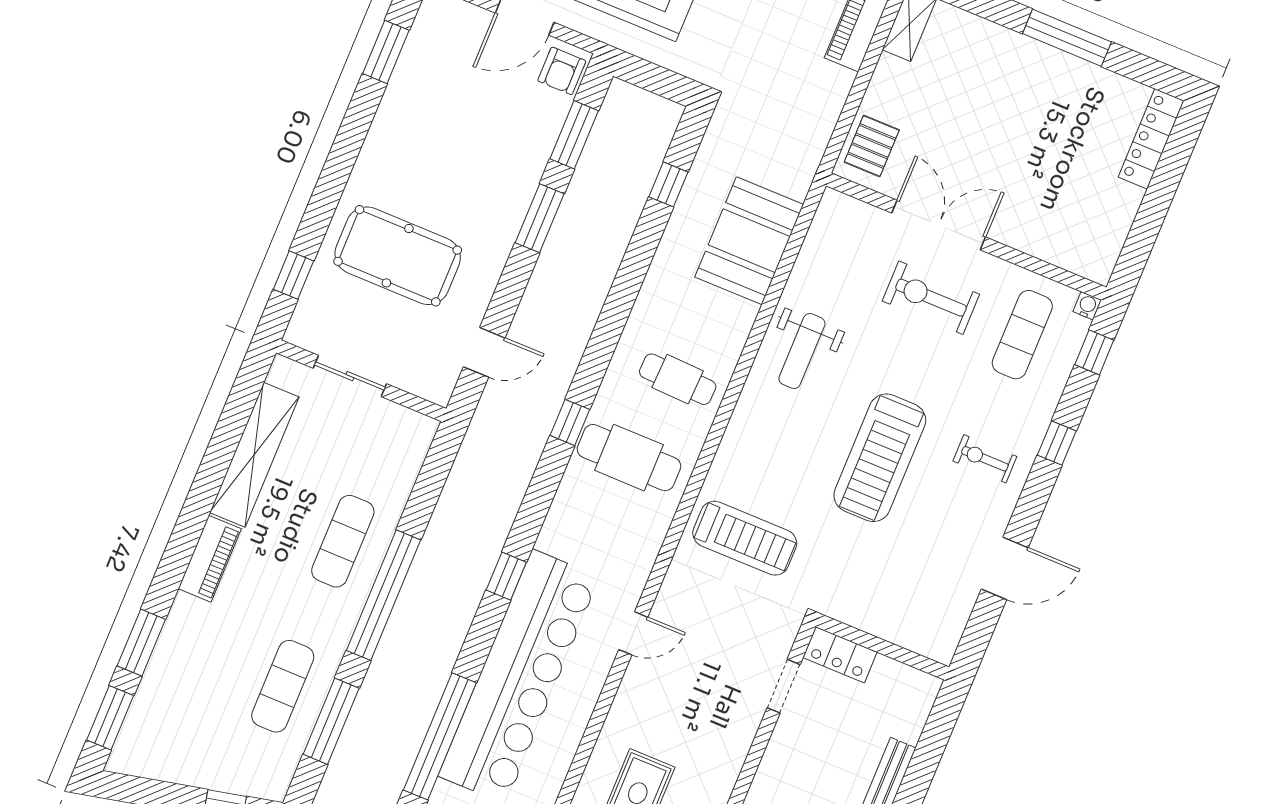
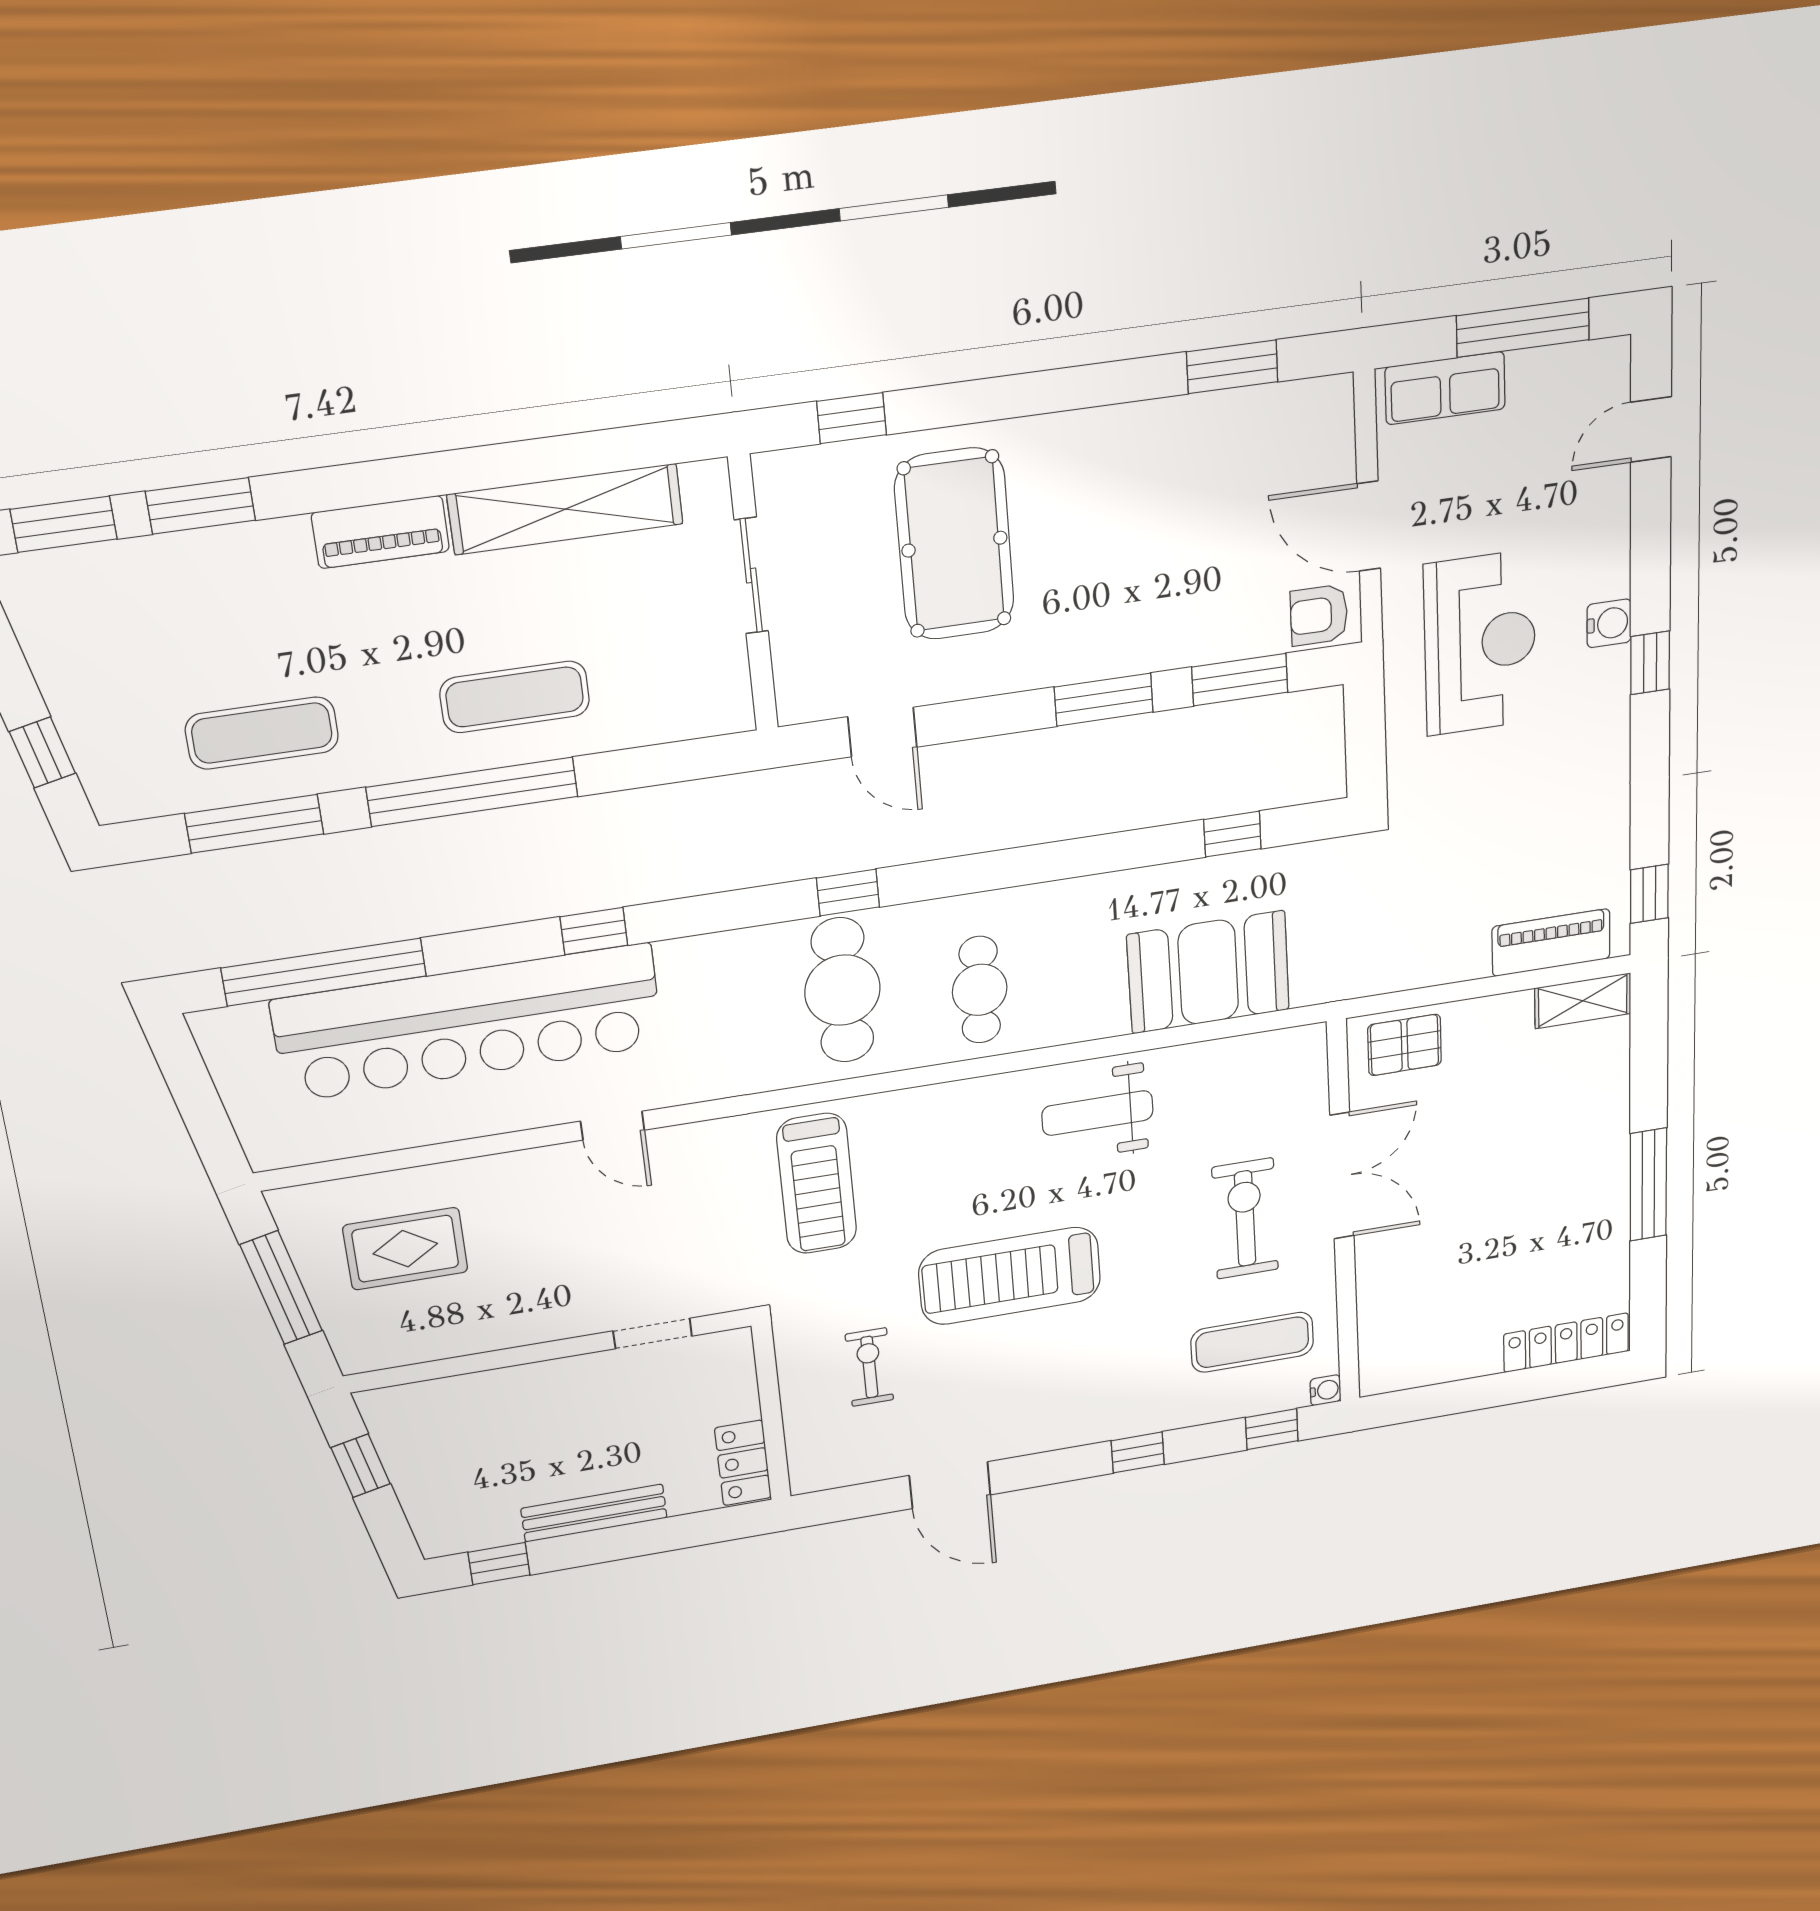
exercise bike: (985, 459) -> (869, 1367), moved
locker: (840, 655) -> (743, 1463), moved

